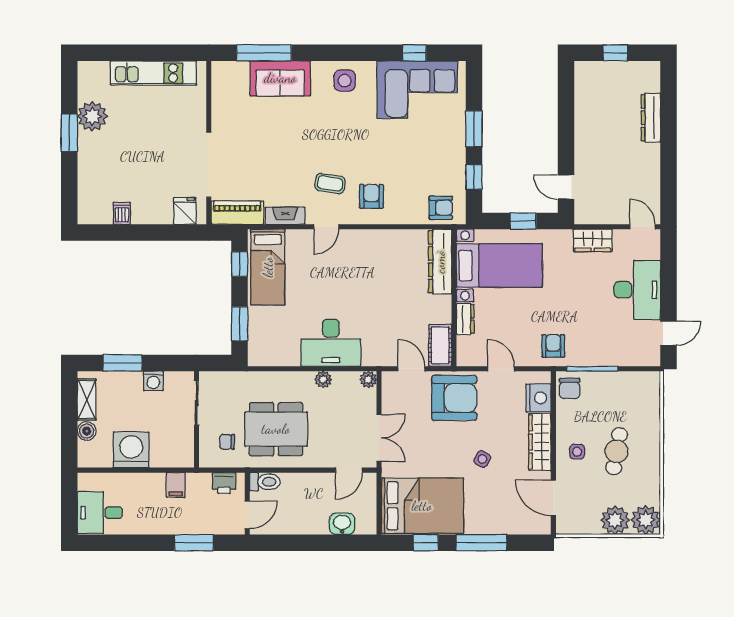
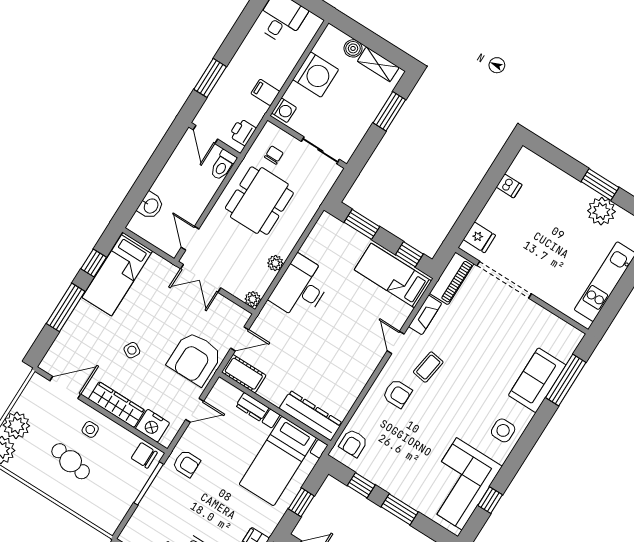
washing machine: (153, 381) -> (284, 110), moved, turned 180
bed: (422, 506) -> (117, 274), width x0.67

